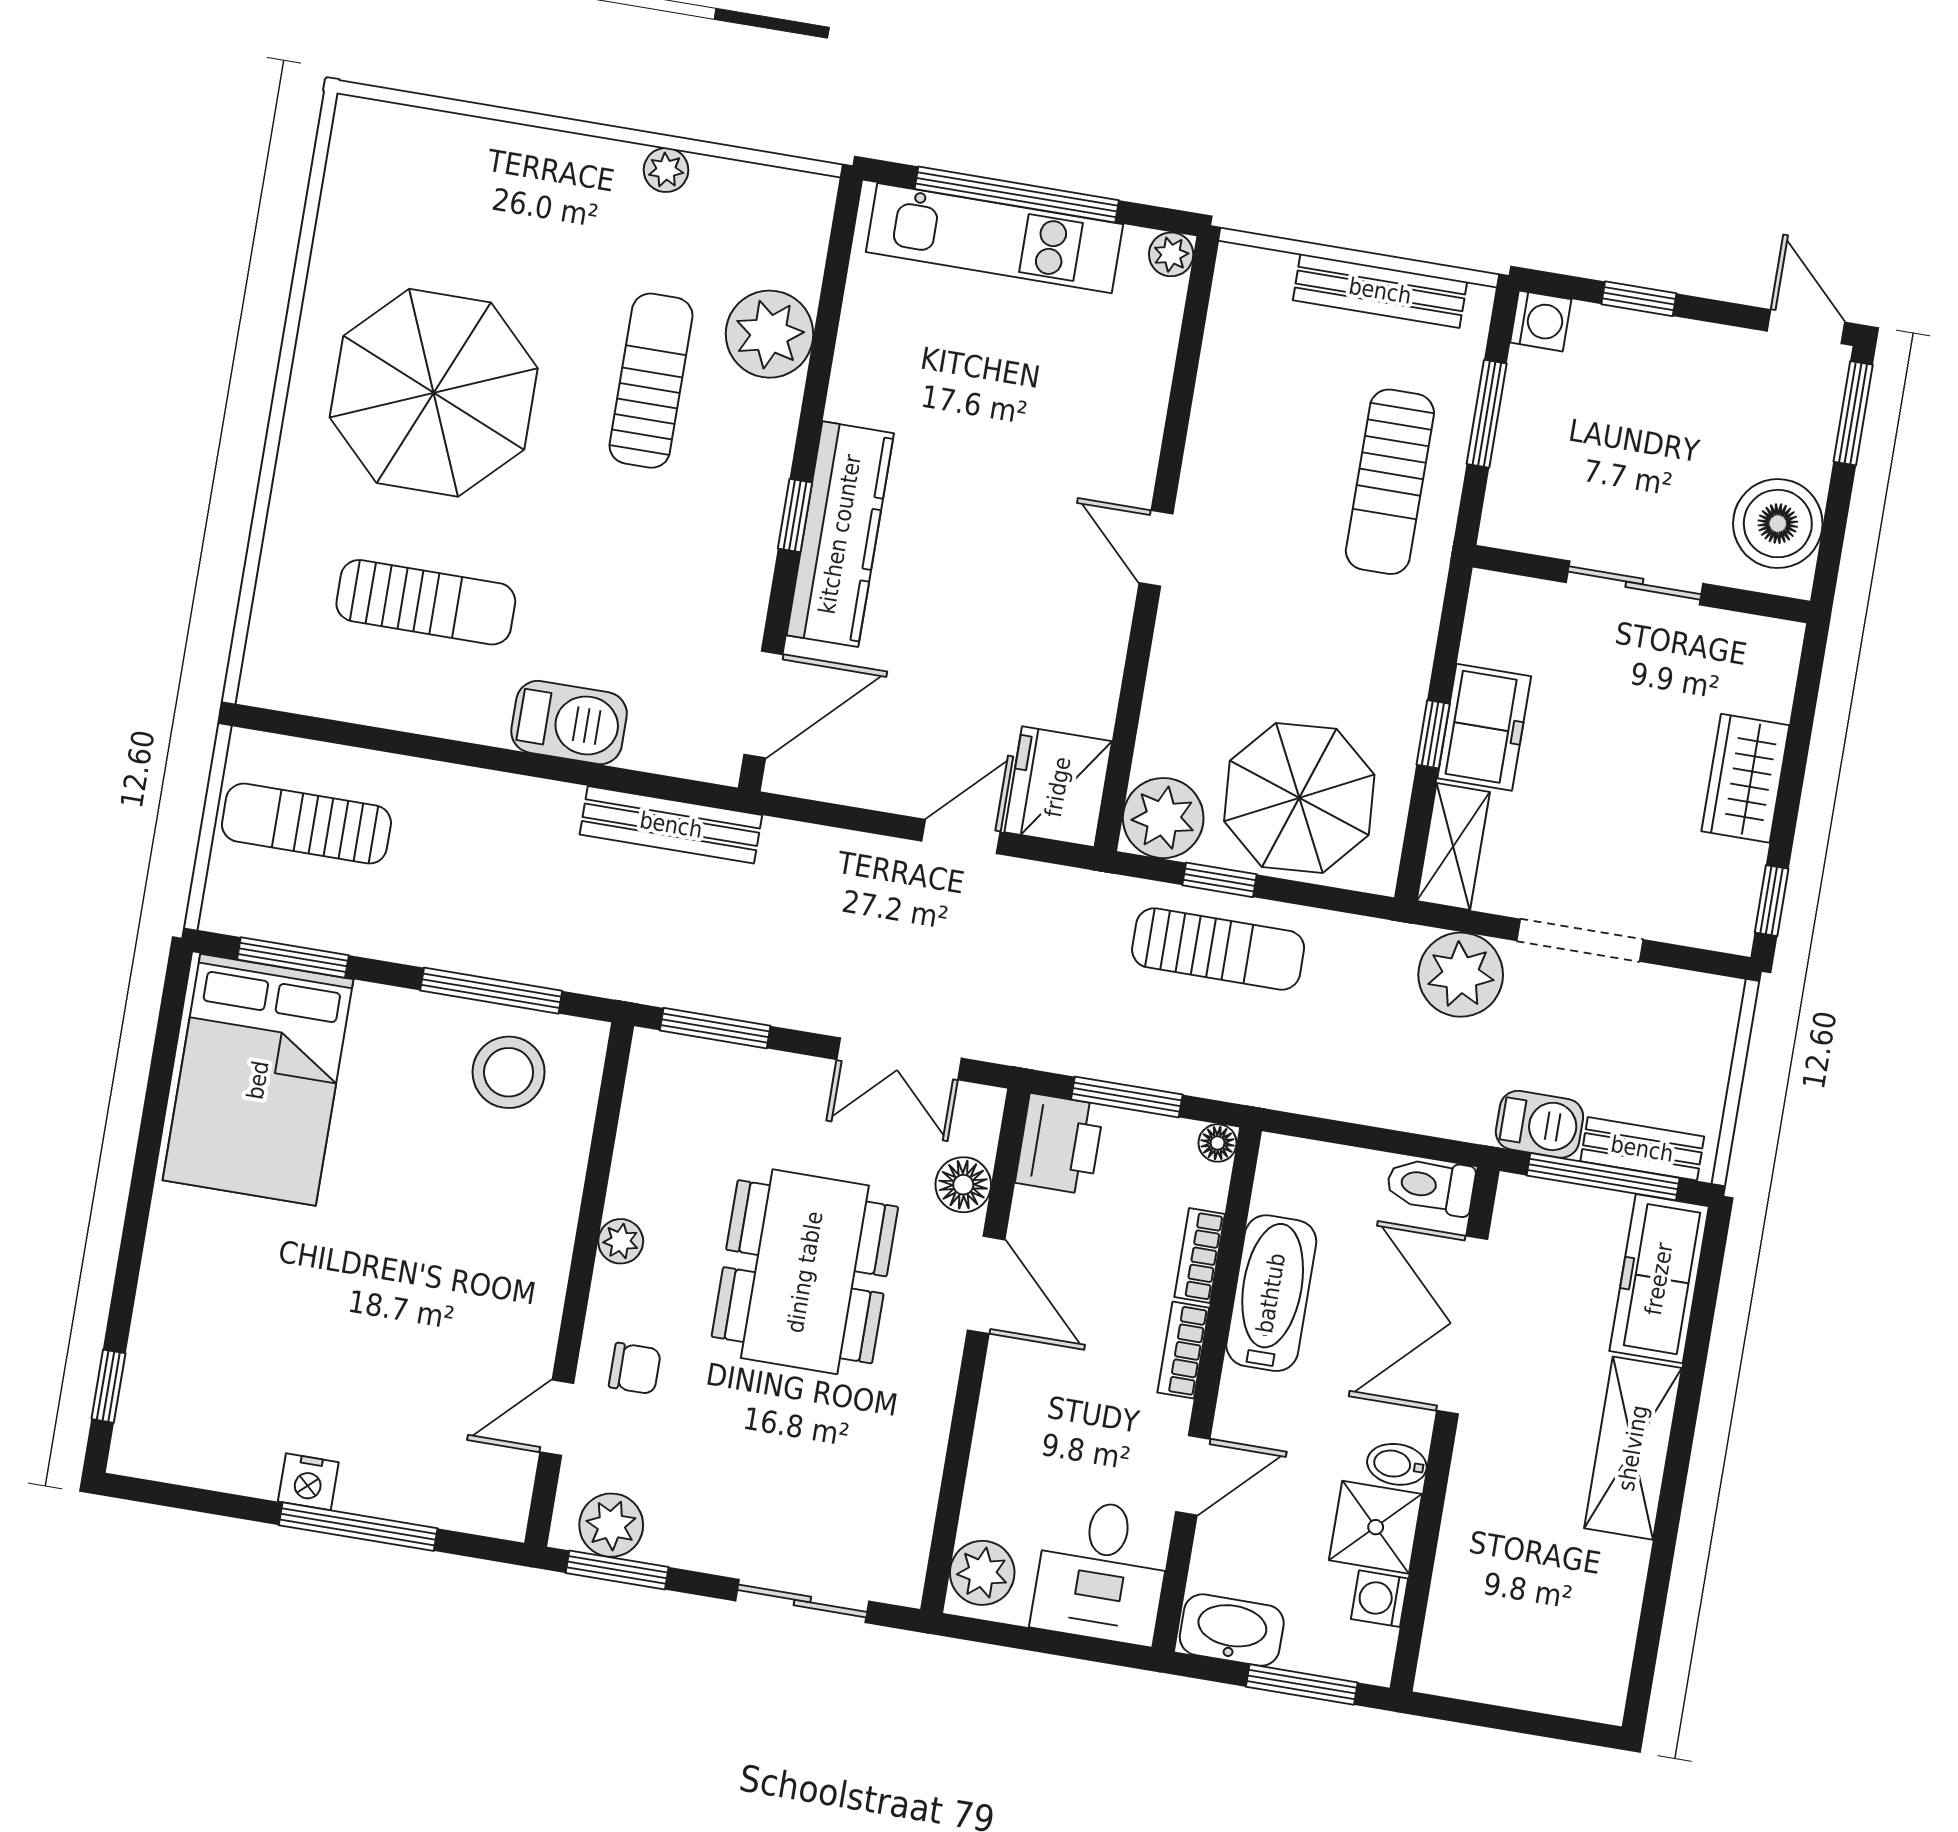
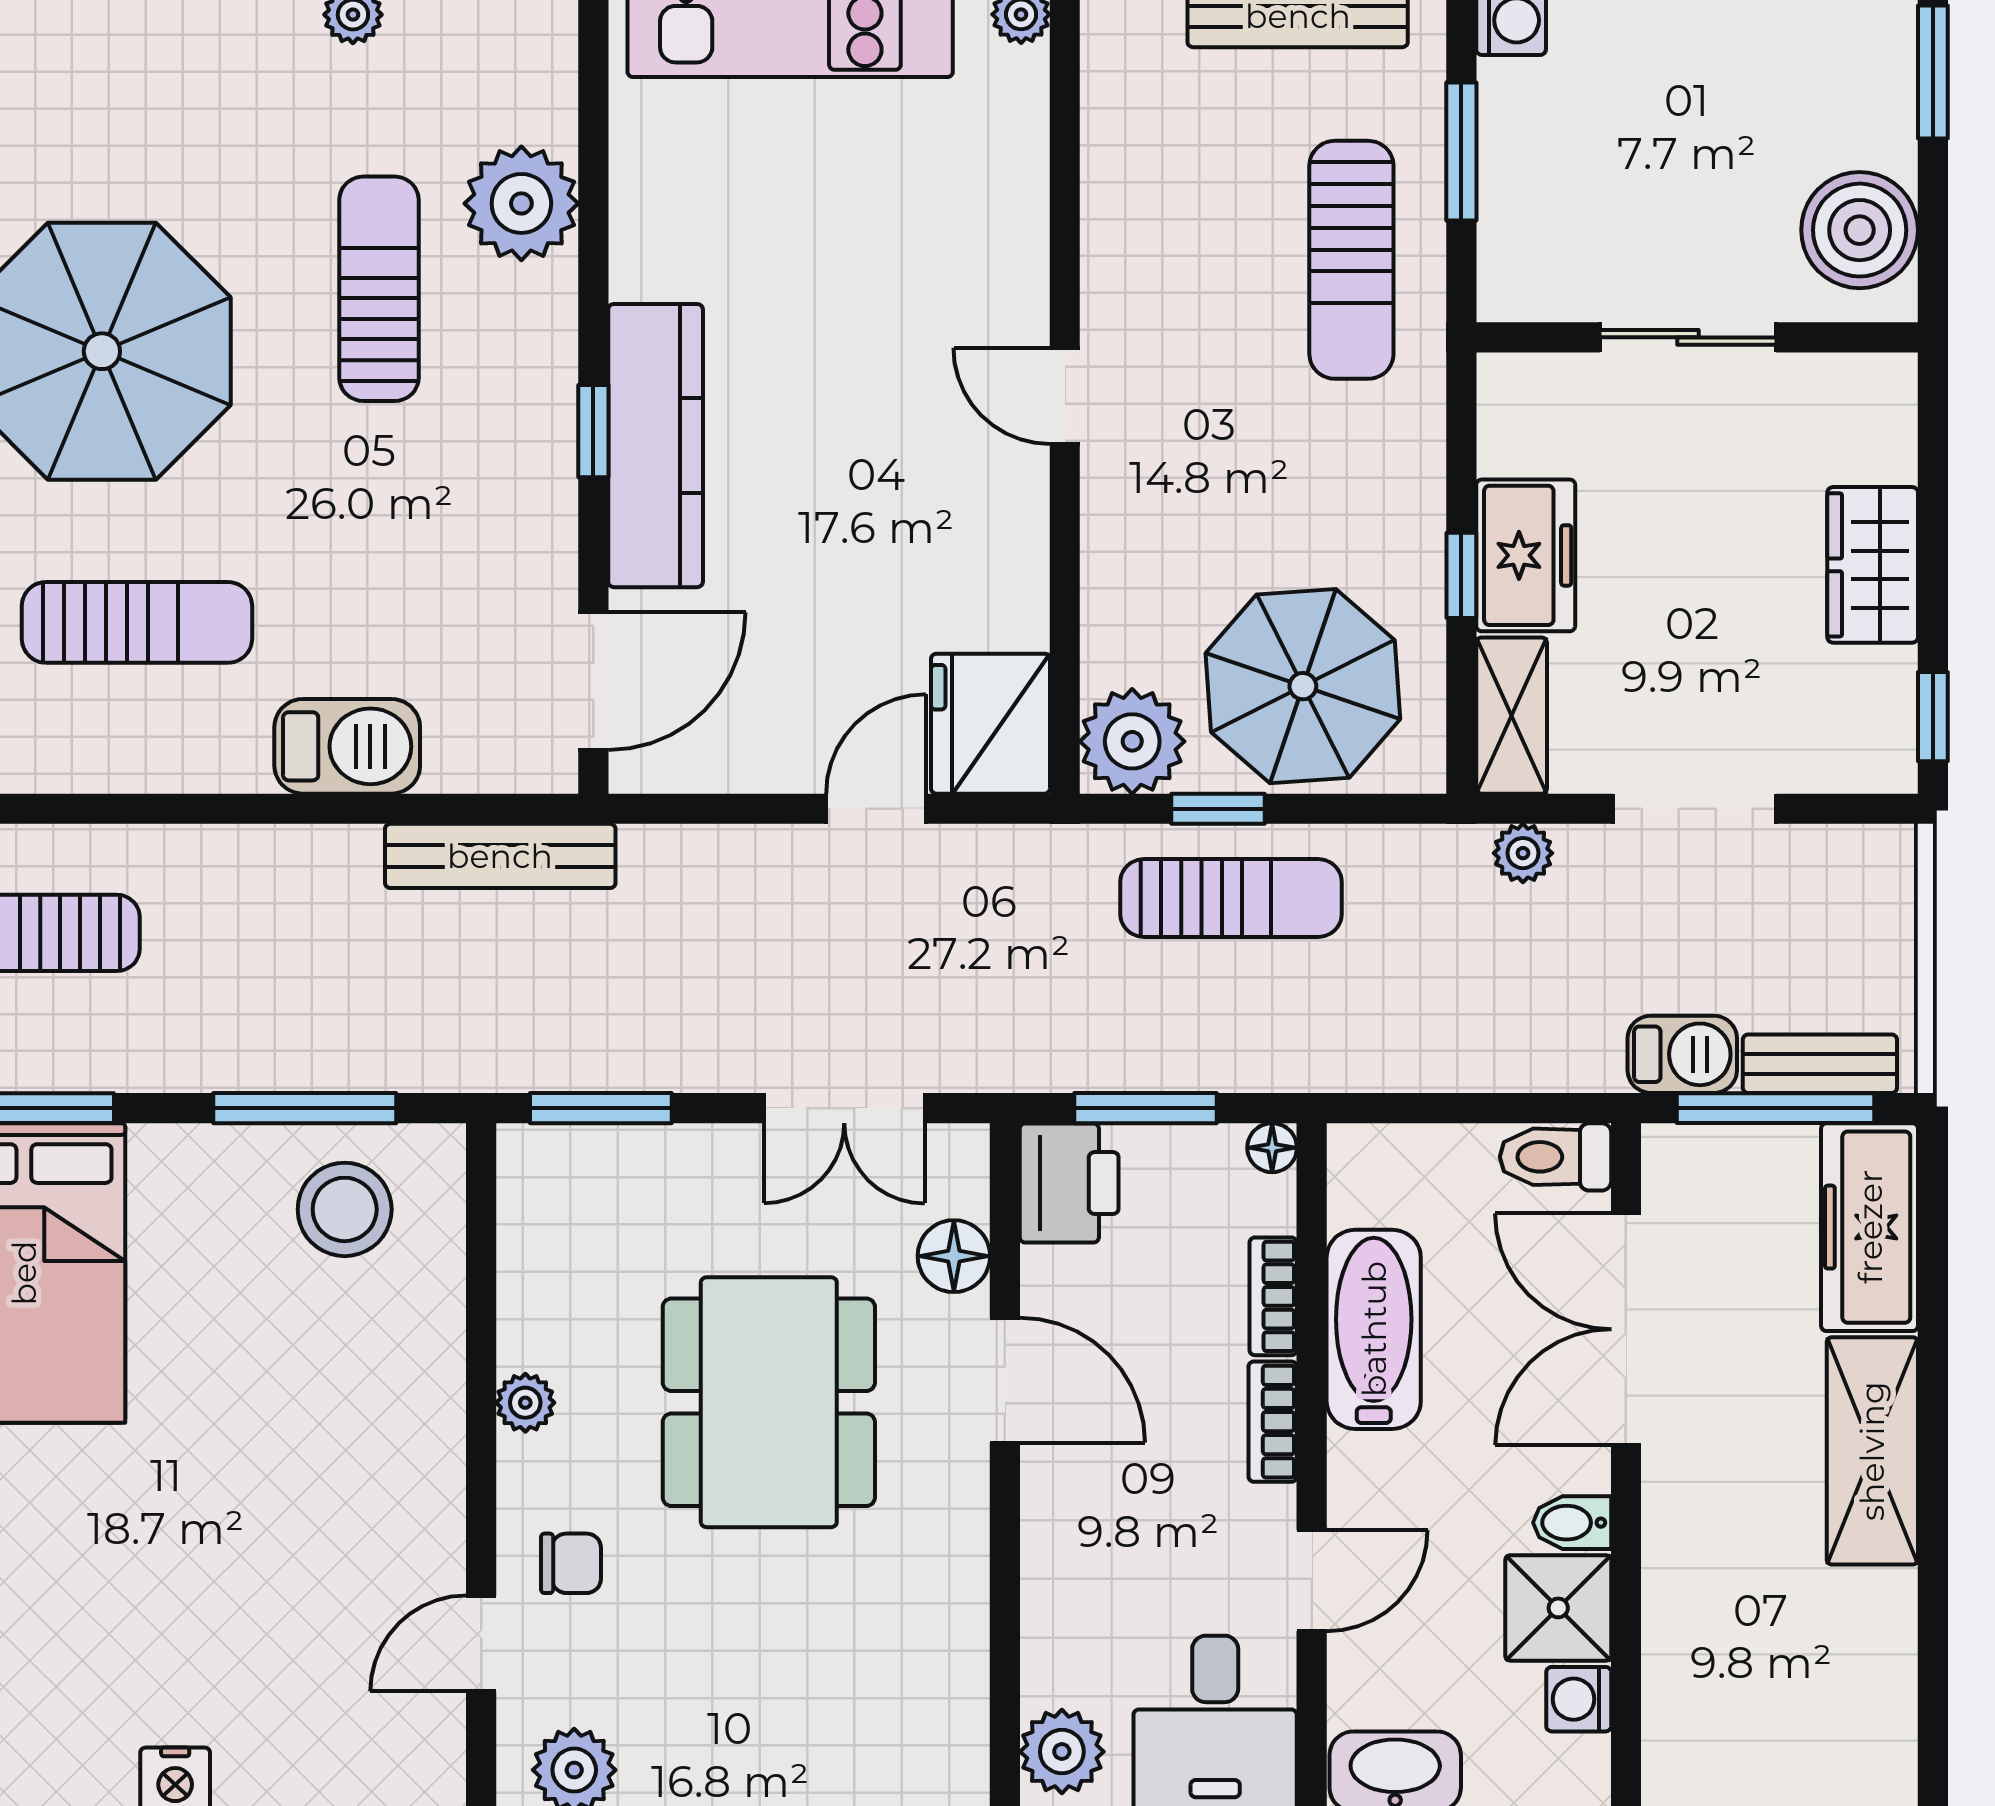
plant: (1461, 975) -> (1523, 853), width x0.53, depth x0.53

